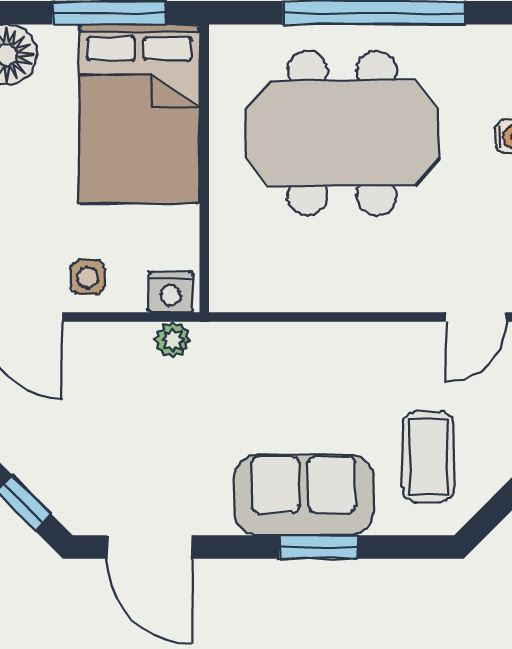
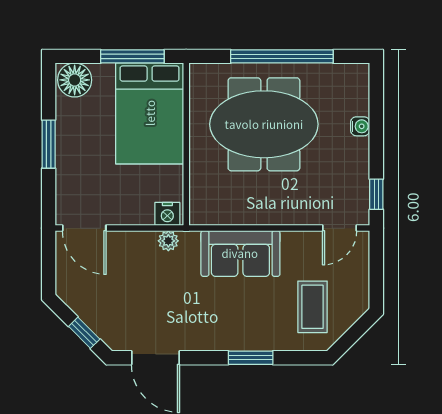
side table: (88, 277) -> (121, 206), removed
sofa: (304, 495) -> (240, 253), moved, turned 180

